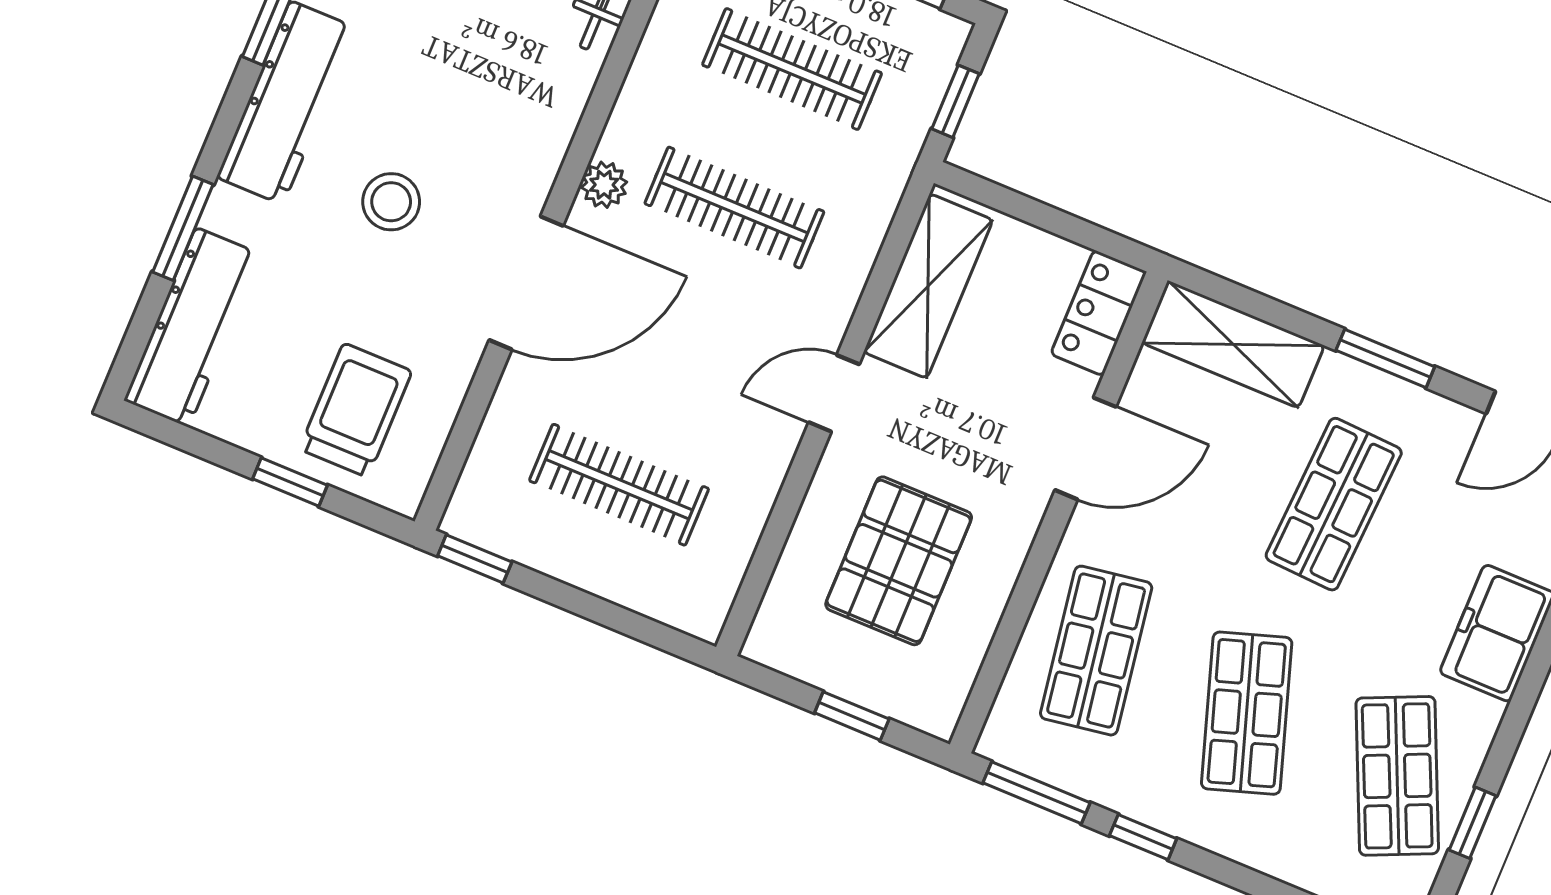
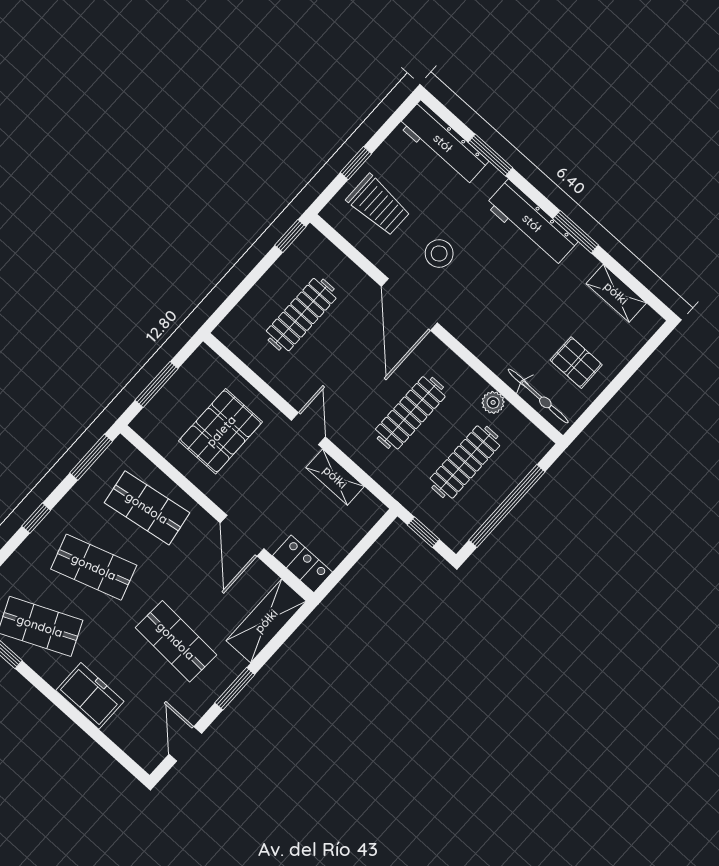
plant: (604, 185) -> (493, 402), moved
stool: (391, 202) -> (439, 254), moved
shelving: (928, 286) -> (335, 477), width x0.67, depth x0.75
pallet: (899, 561) -> (221, 431), turned 90
window: (852, 716) -> (157, 384), width x1.50
window: (1143, 837) -> (36, 518), moved

